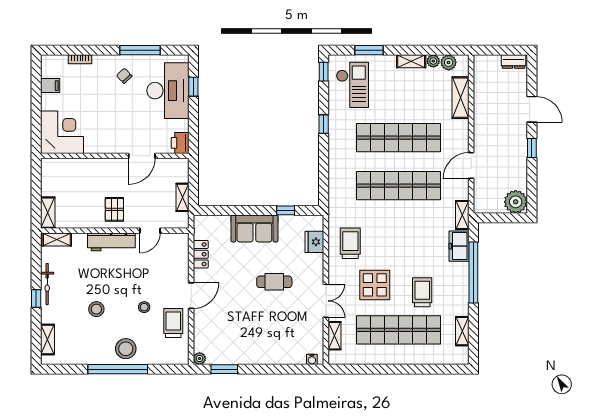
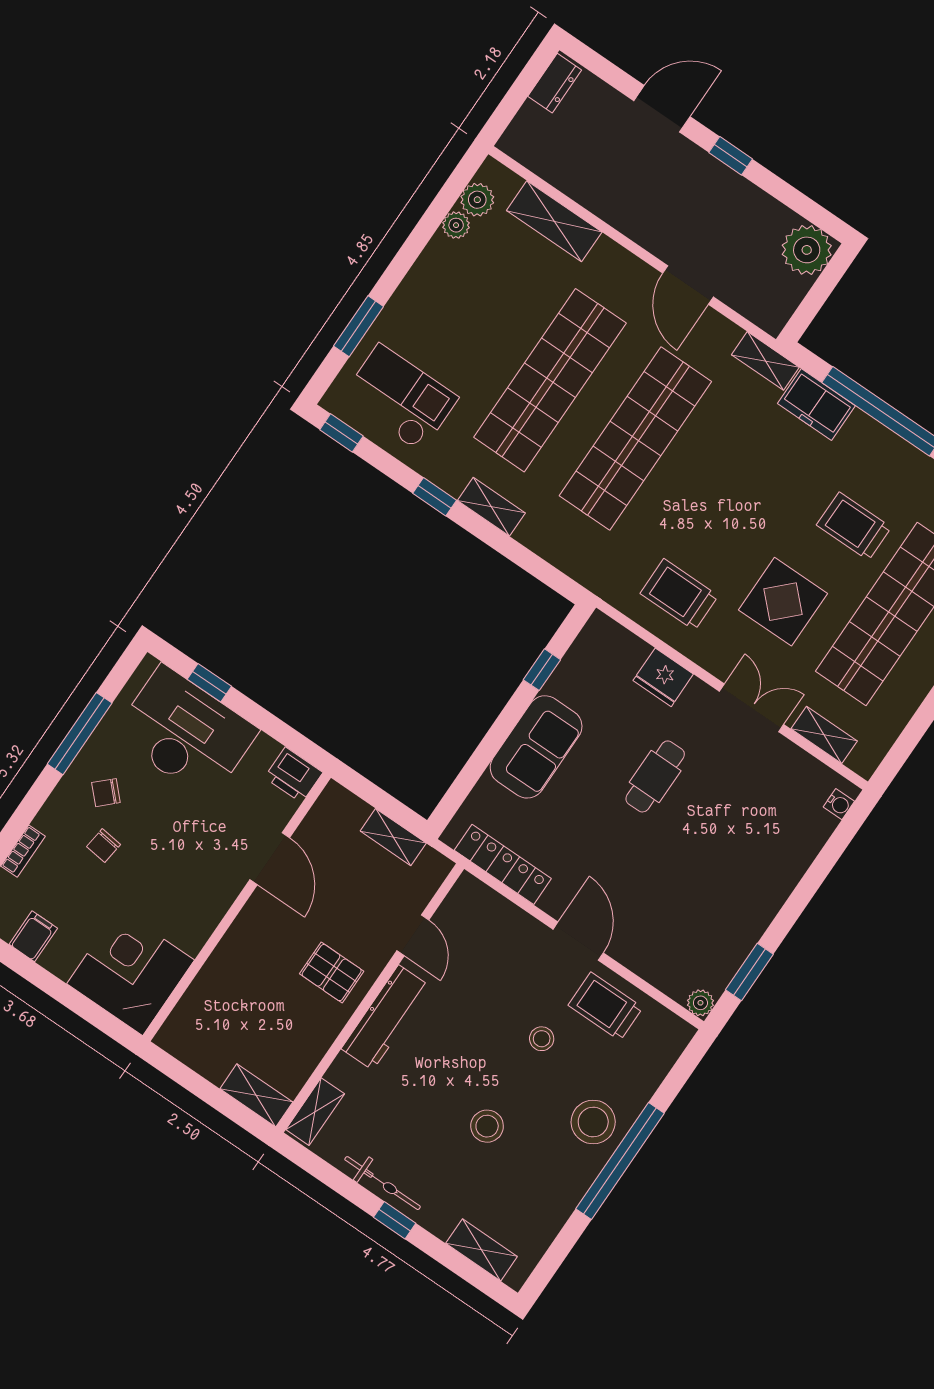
shelving: (411, 61) -> (491, 507), moved, turned 90
chair: (103, 89) -> (103, 846), added
fridge: (314, 242) -> (663, 677), moved
locker: (201, 254) -> (503, 864), width x1.53

